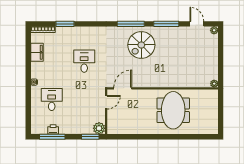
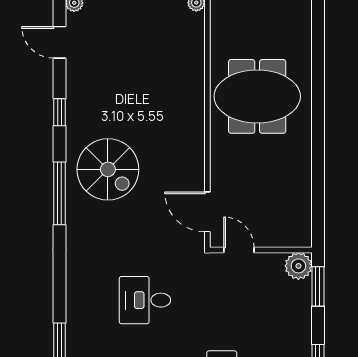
window: (166, 24) -> (59, 112), width x0.46
door: (197, 24) -> (59, 42), hinge flipped

